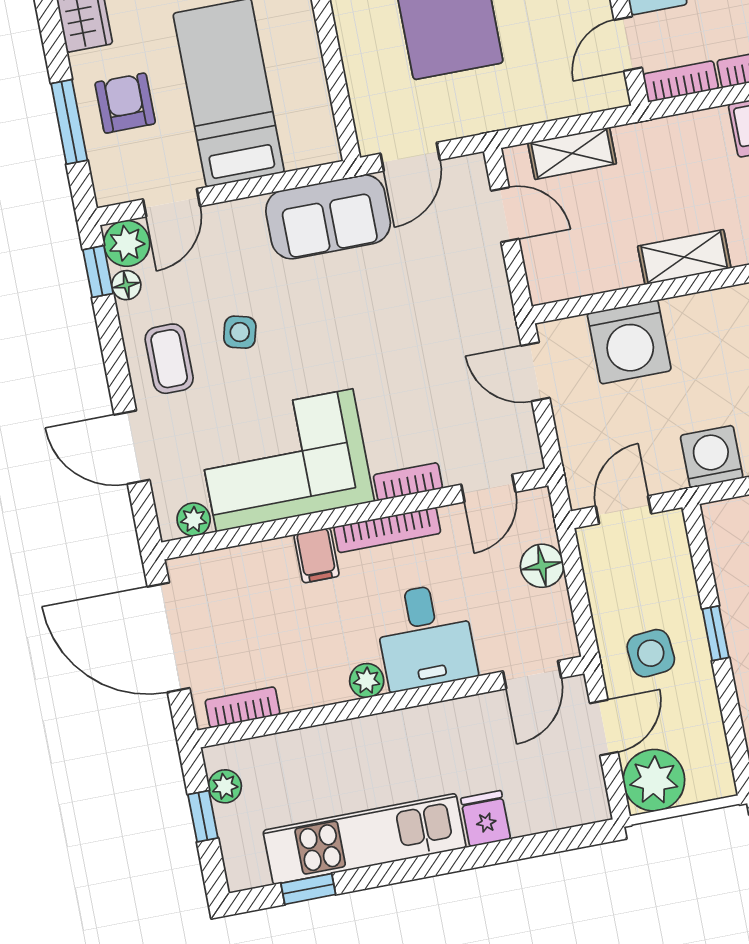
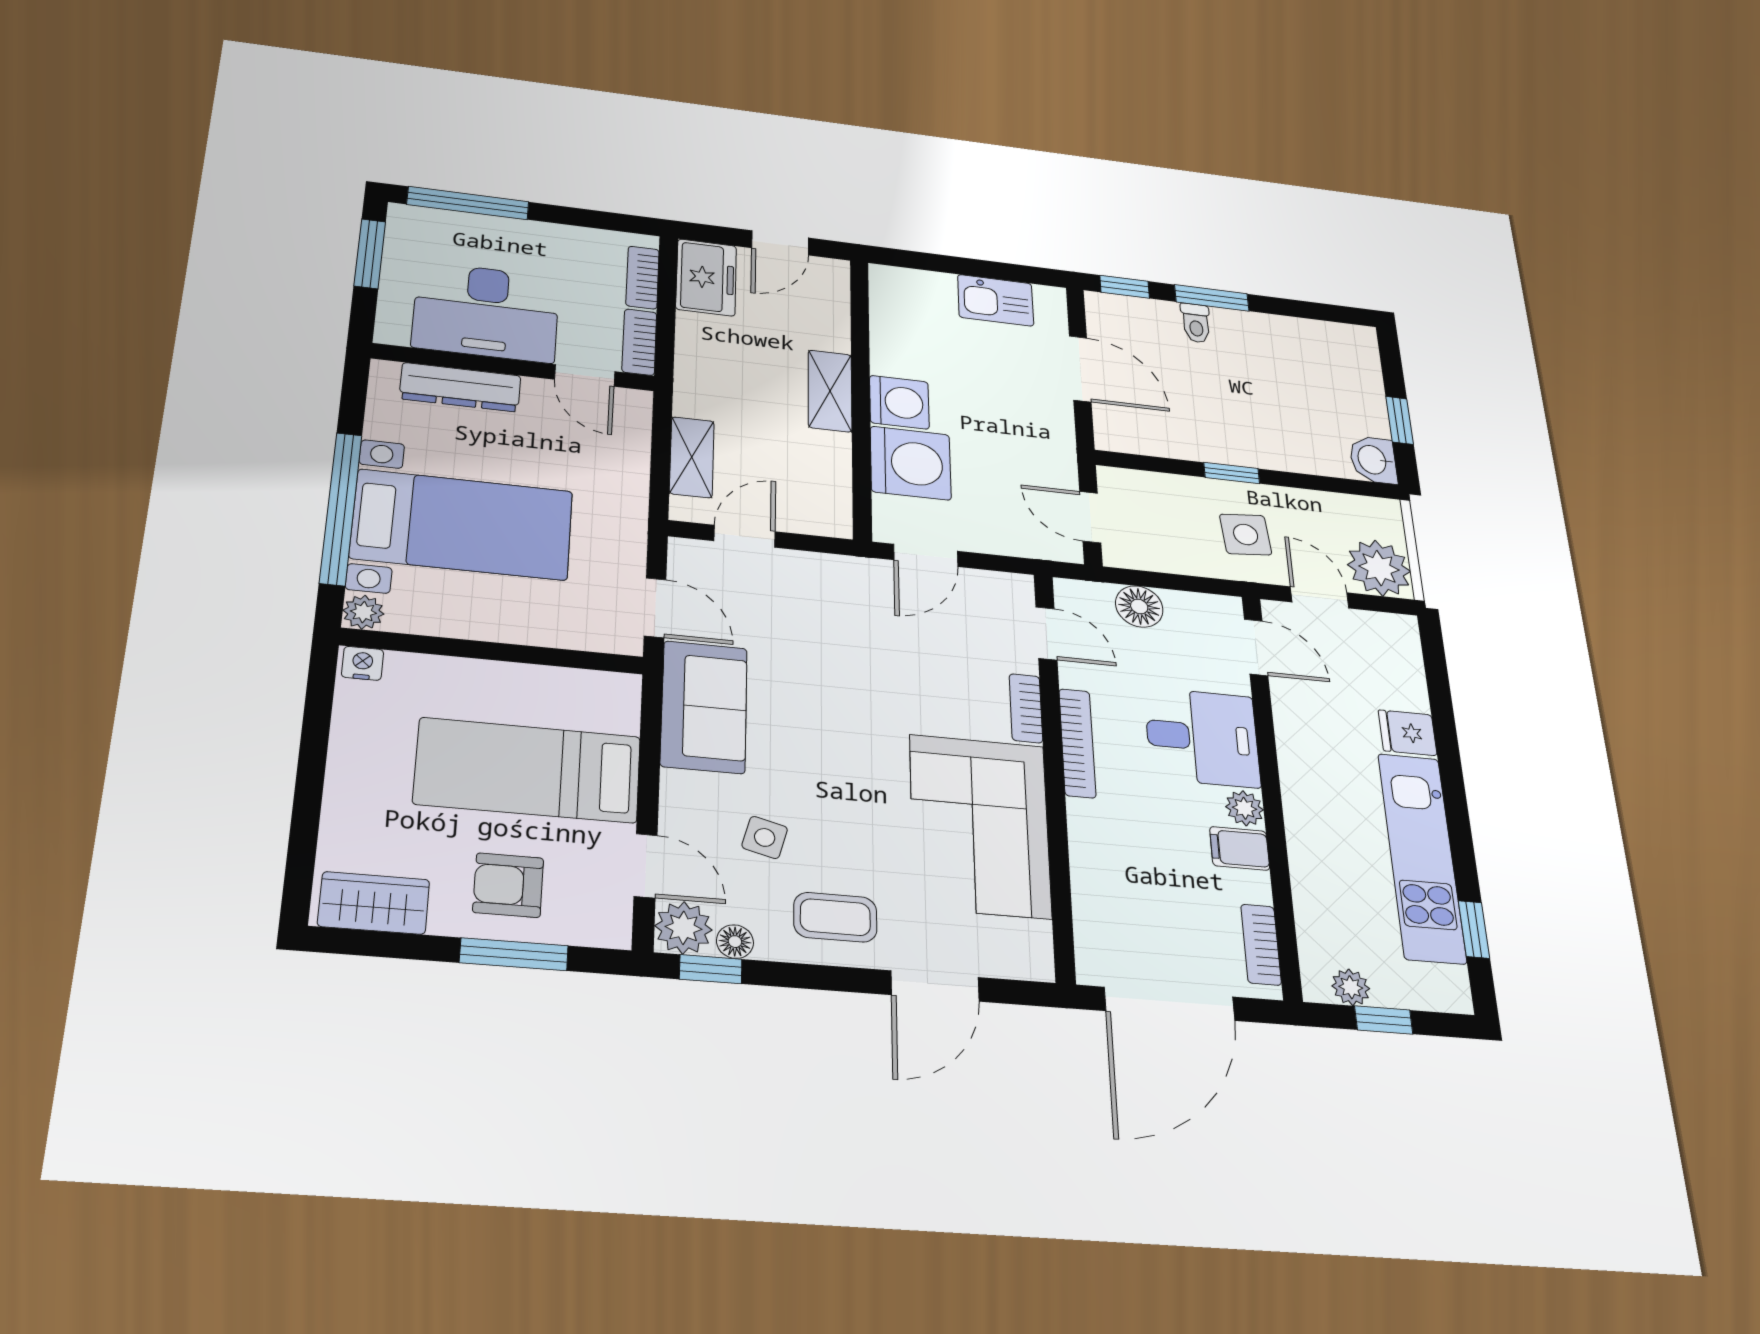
side table: (240, 332) -> (765, 837), moved
washing machine: (712, 457) -> (899, 402), moved, turned 180
plant: (194, 520) -> (1034, 940), removed
filing cabinet: (316, 555) -> (1240, 848), moved, turned 180

